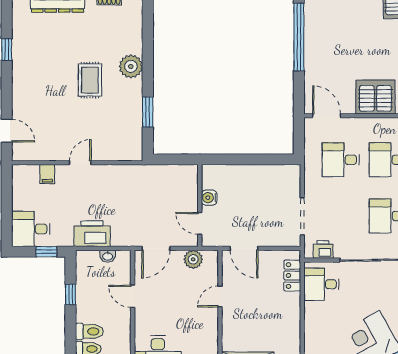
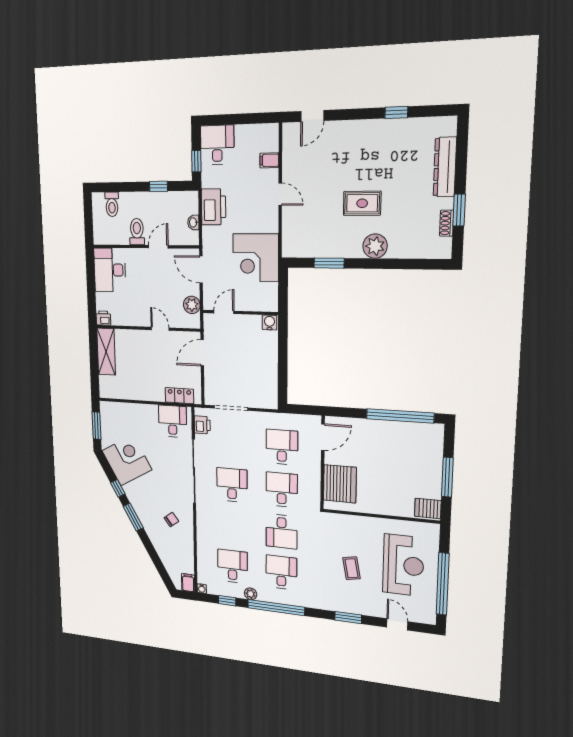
corner desk: (143, 189) -> (256, 258), added
water cooler: (209, 198) -> (270, 323), moved
toilet: (89, 331) -> (137, 232), moved, turned 180

